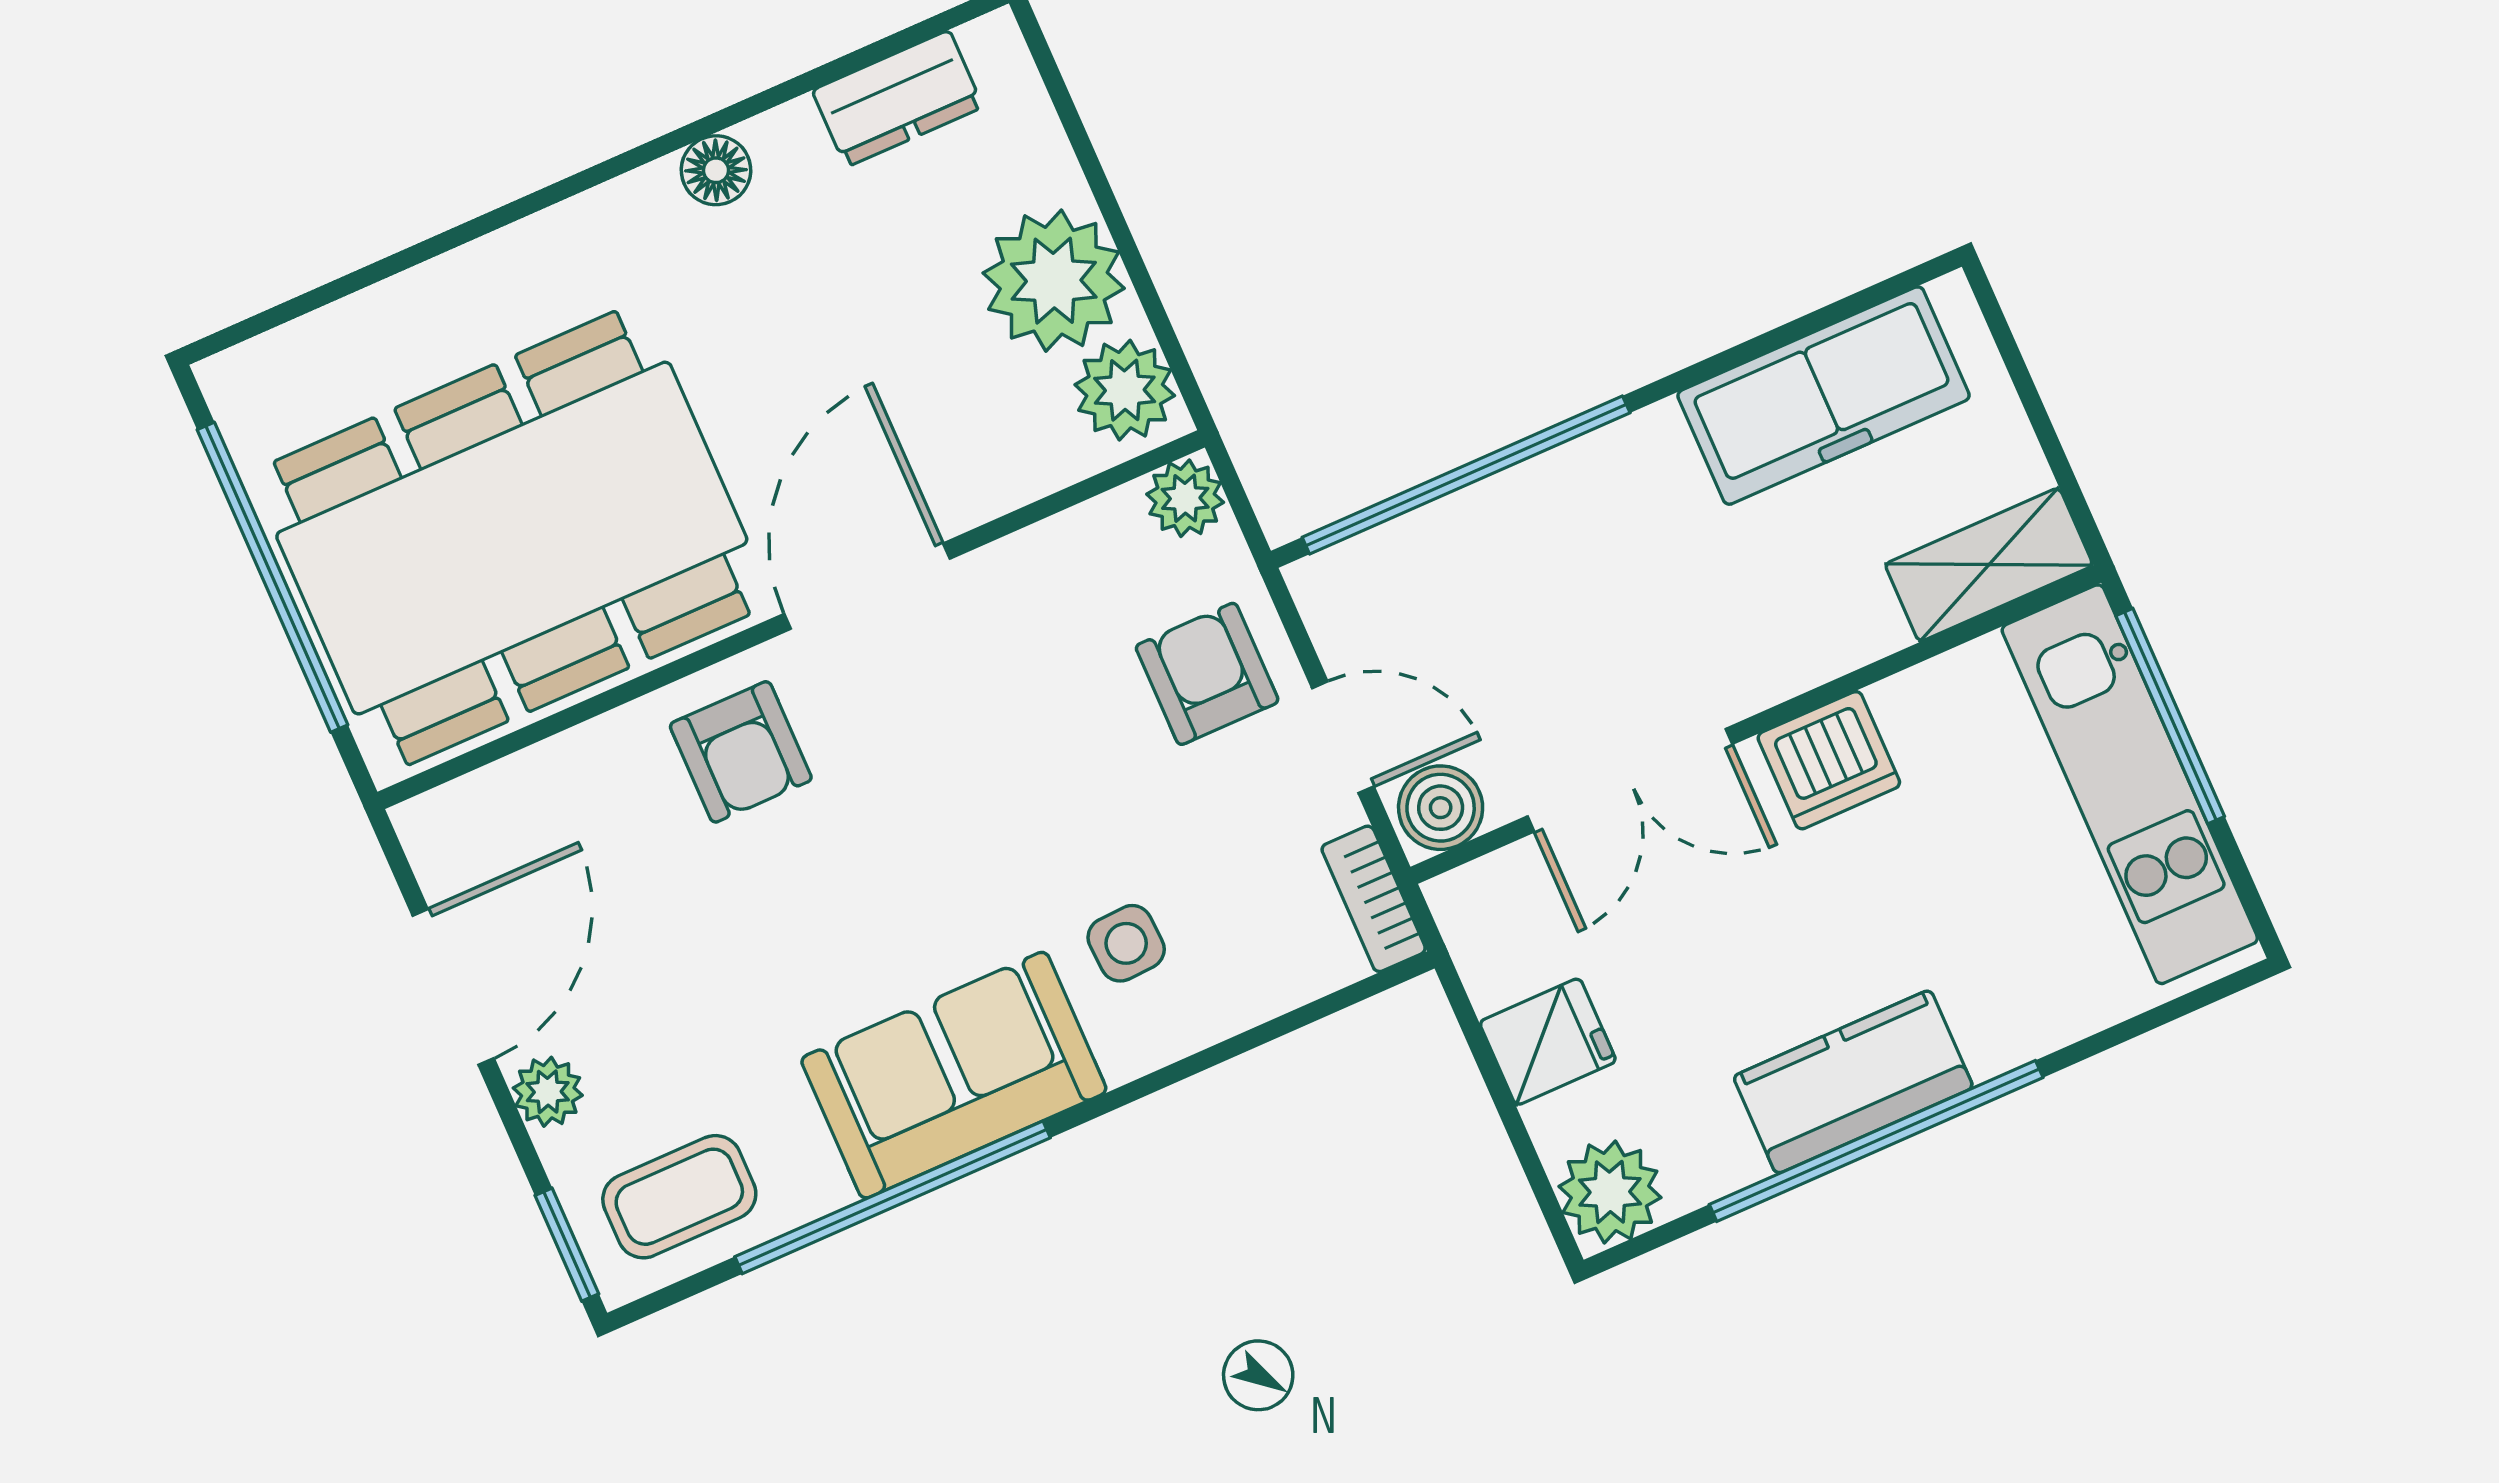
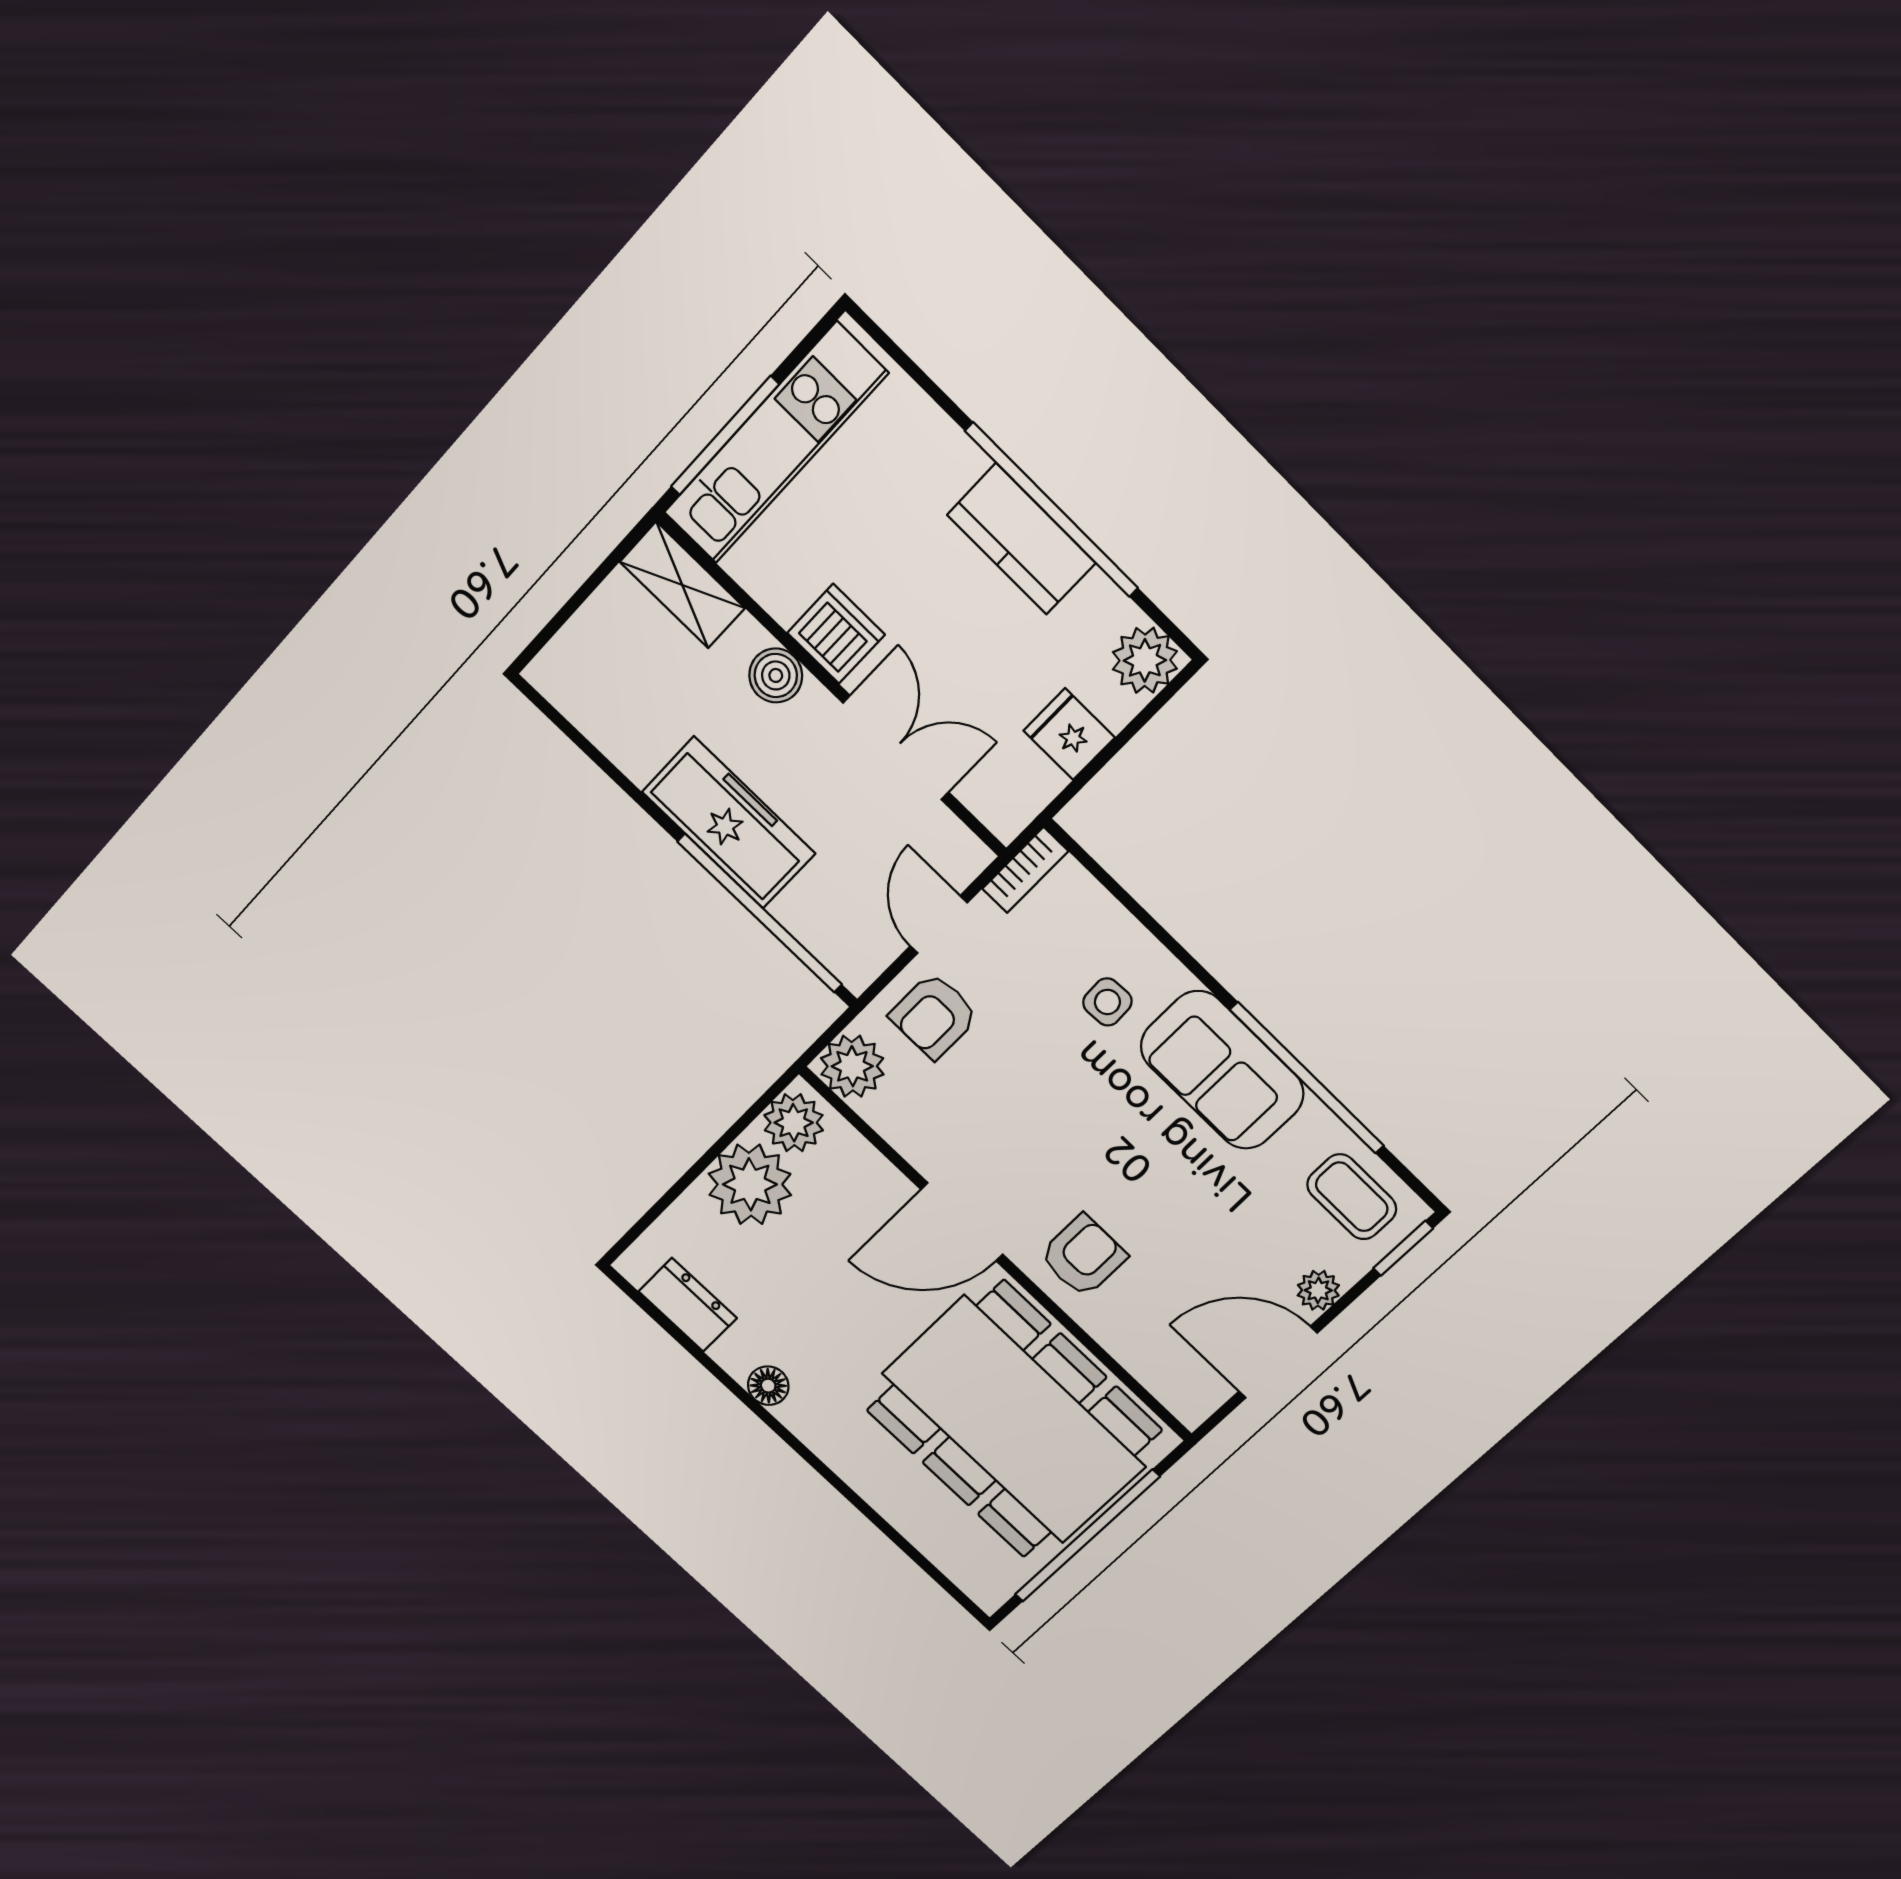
freezer: (1824, 396) -> (729, 823), moved
plant: (1185, 498) -> (852, 1066), width x1.38, depth x1.38
boiler: (1441, 808) -> (776, 675), moved

